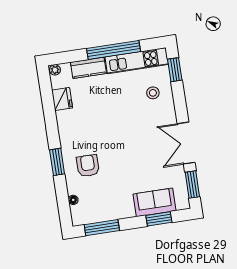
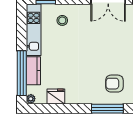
window: (114, 50) -> (22, 73), moved
window: (57, 162) -> (107, 109), width x1.44

